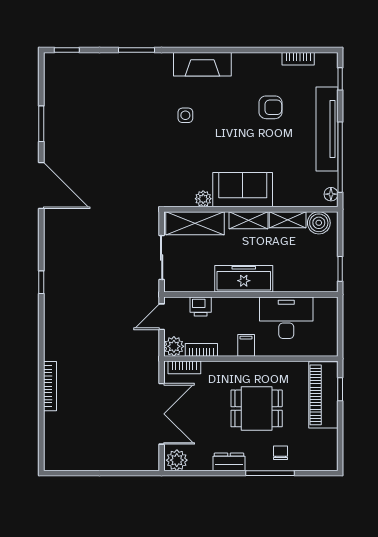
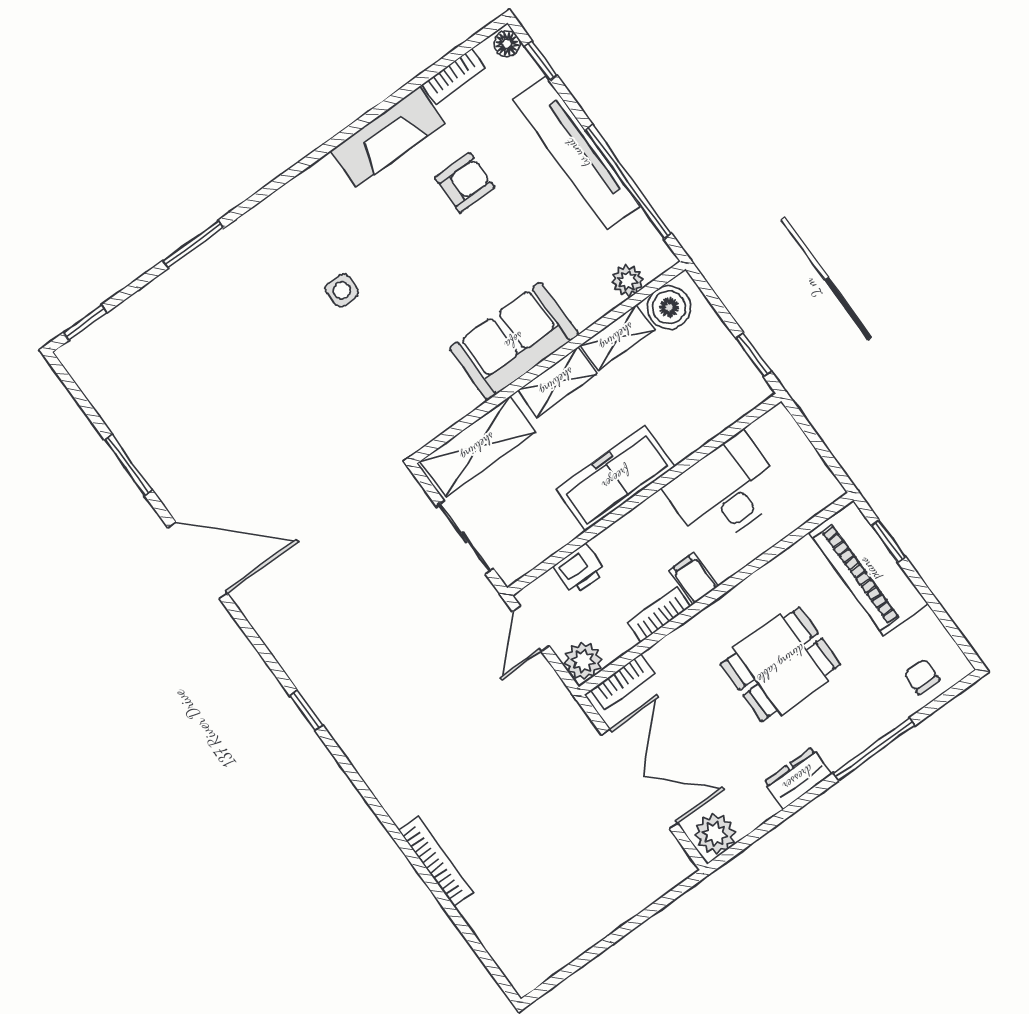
fireplace: (202, 64) -> (388, 137), moved
floor lamp: (331, 194) -> (507, 44), moved
plant: (203, 199) -> (627, 281), moved
bookcase: (201, 350) -> (659, 614), moved
chair: (280, 453) -> (922, 677), moved

